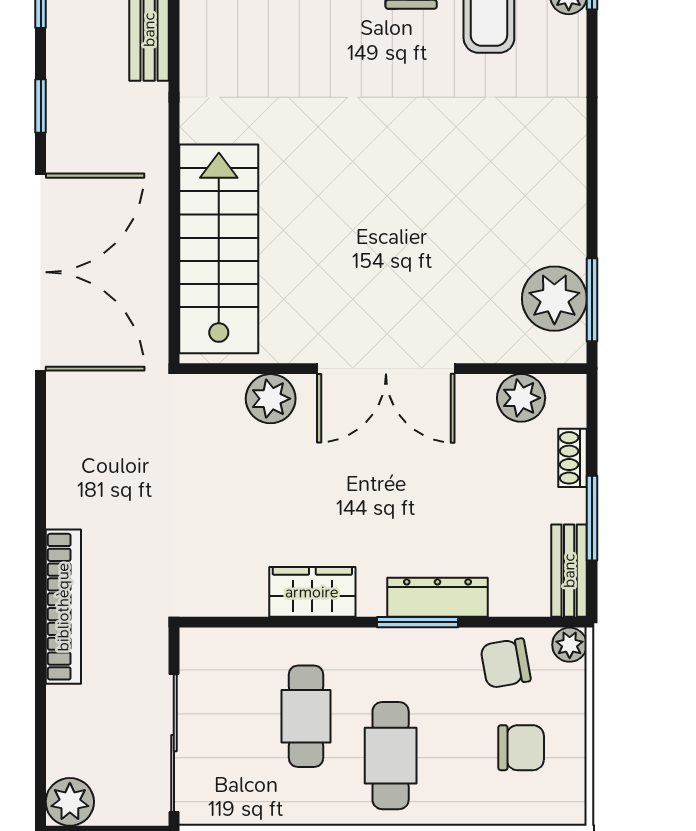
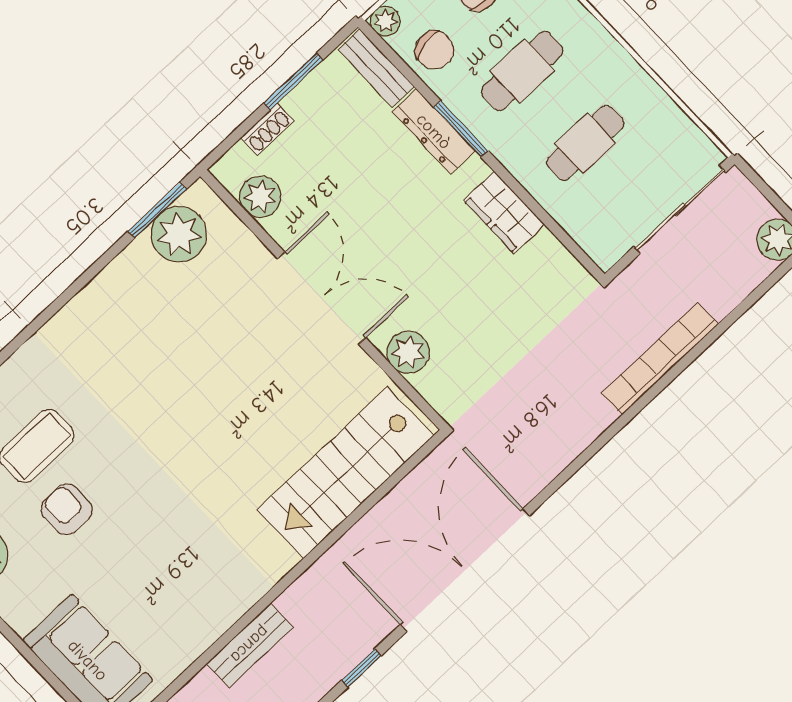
bench: (569, 571) -> (376, 68), moved, turned 90
cafe table: (391, 756) -> (522, 71), moved

